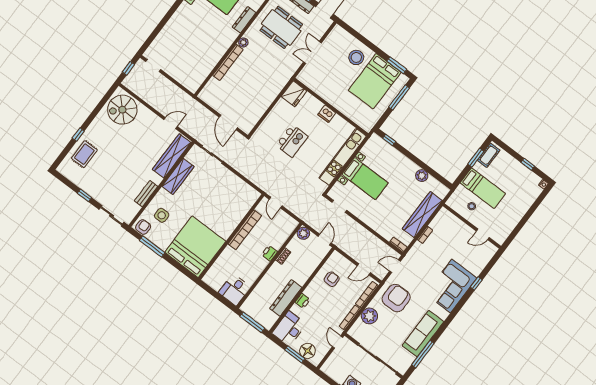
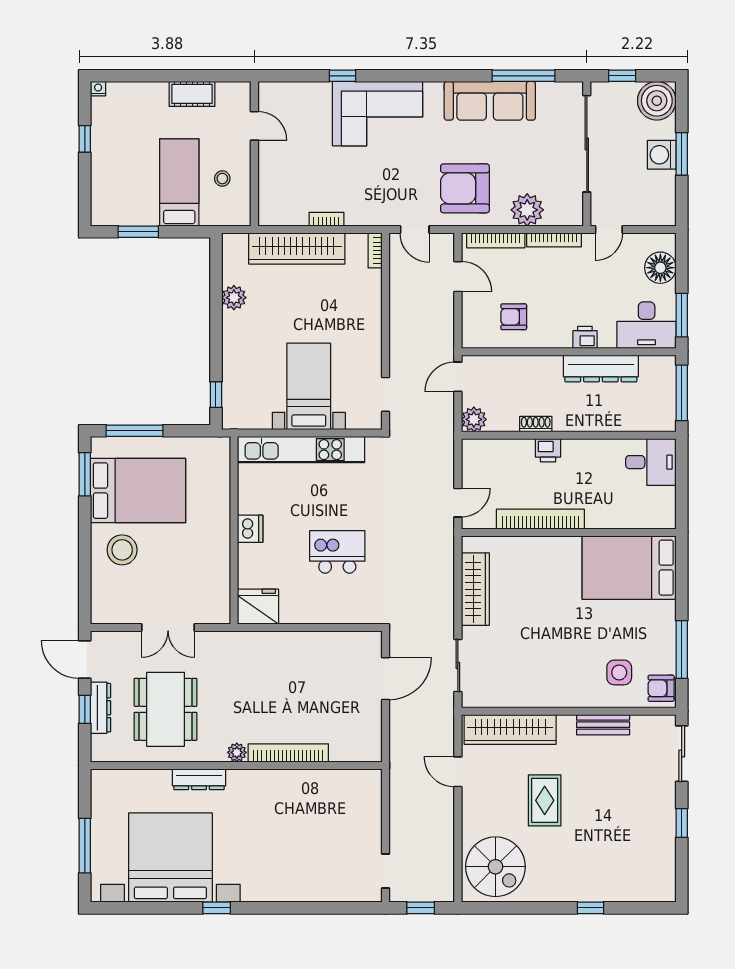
rug: (84, 154) -> (545, 800), moved, turned 90
cot: (489, 155) -> (192, 94), moved
wardrobe: (178, 176) -> (475, 589), moved, turned 90
bed: (195, 247) -> (629, 568), width x0.73
window: (295, 354) -> (682, 315), moved

